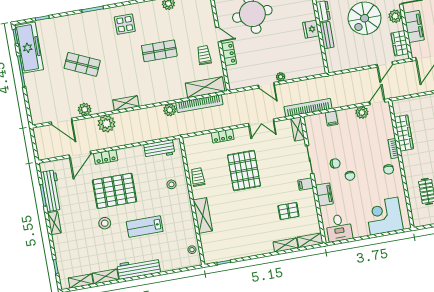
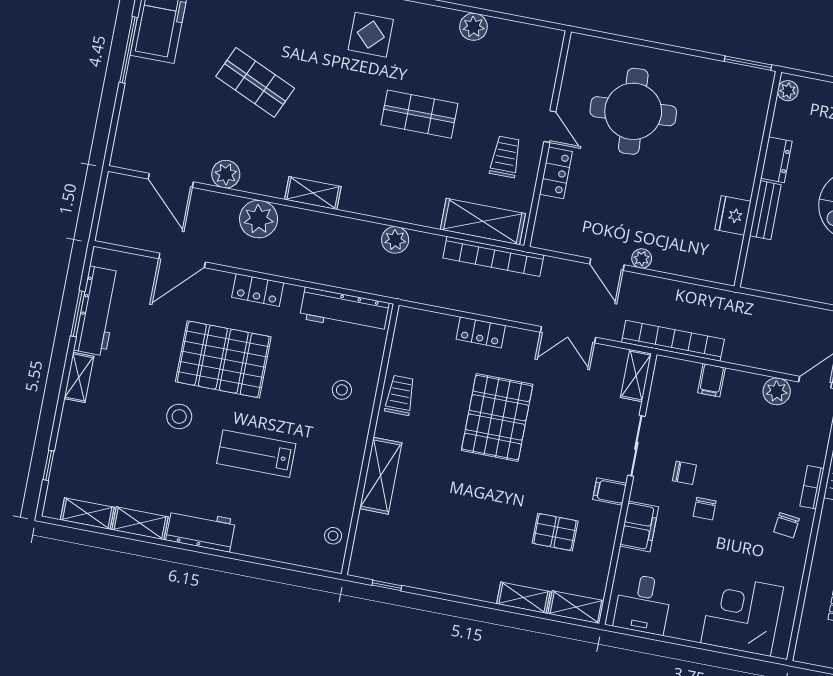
fridge: (311, 29) -> (733, 215), moved
bookcase: (199, 104) -> (493, 256), moved
workbench: (159, 149) -> (344, 311), width x1.37
locker: (106, 157) -> (258, 290), moved
workbench: (139, 268) -> (201, 530), width x0.73

